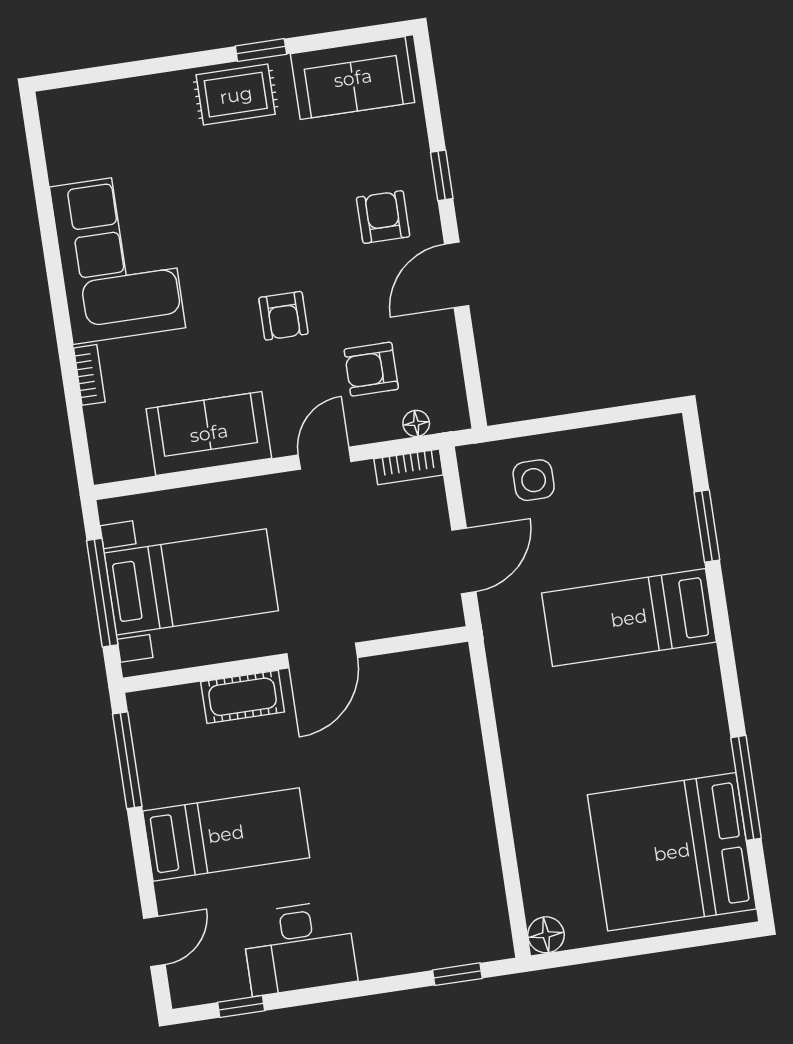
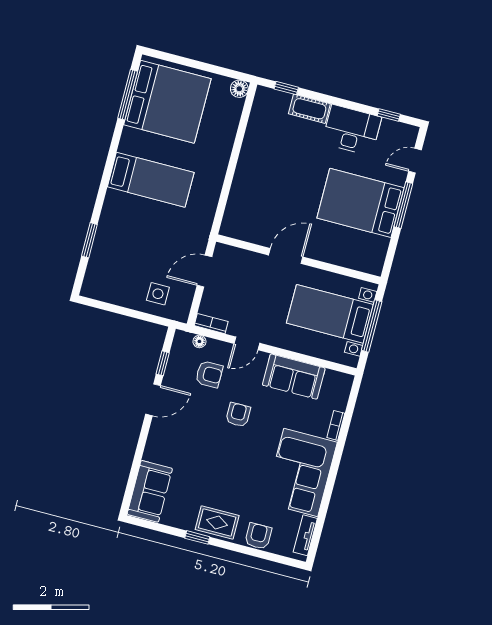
sofa: (353, 78) -> (150, 491), moved, turned 90
tv unit: (58, 142) -> (305, 535), added
window: (442, 175) -> (163, 363), moved
armchair: (383, 217) -> (258, 536), moved, turned 180
bed: (629, 618) -> (151, 180), moved
cot: (243, 697) -> (309, 109), moved
window: (127, 760) -> (403, 205), moved
window: (746, 788) -> (128, 95), moved
bed: (226, 834) -> (360, 203), width x1.50

